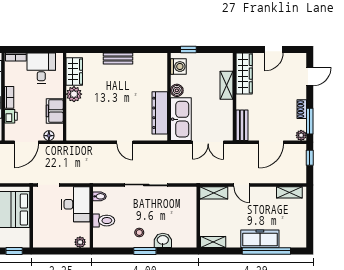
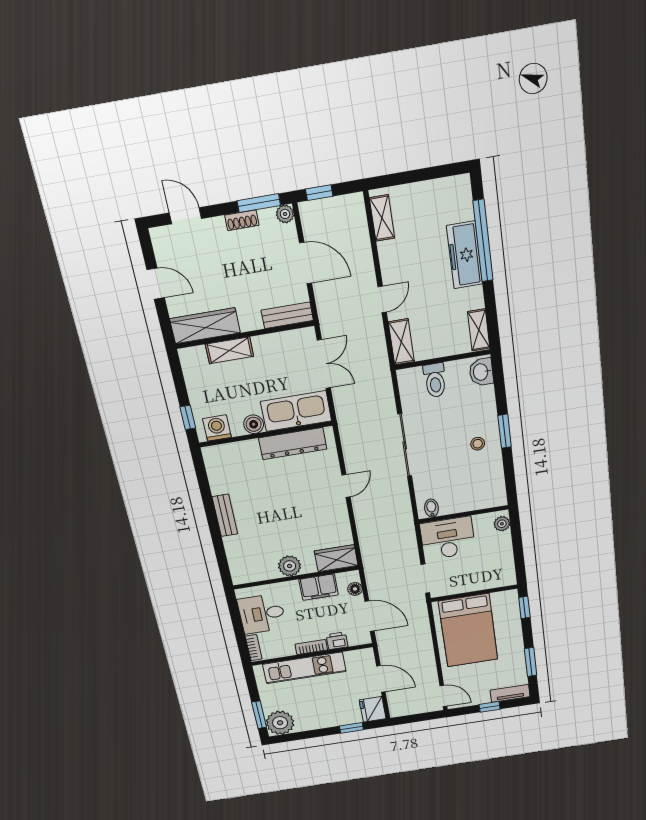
wardrobe: (74, 72) -> (336, 558), moved
toilet: (104, 221) -> (435, 380), moved, turned 180
washbasin: (163, 240) -> (481, 372), moved

